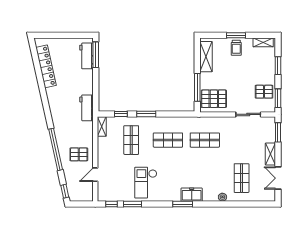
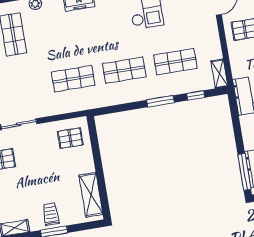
window: (197, 87) -> (96, 150), removed
pallet: (214, 99) -> (70, 138), width x0.67, depth x0.71
shop shelf: (131, 140) -> (175, 62), turned 90

